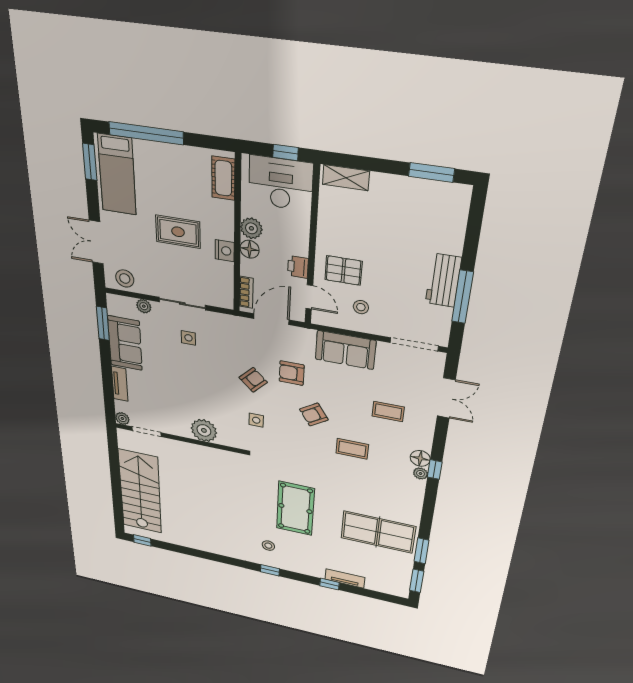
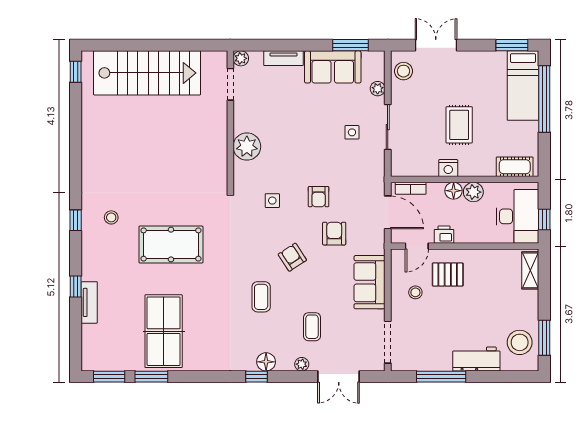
bed: (117, 175) -> (523, 86), moved, turned -90
stool: (433, 203) -> (520, 342), added
pallet: (343, 270) -> (448, 275), turned 90
workbench: (443, 280) -> (476, 359), moved
armchair: (253, 380) -> (319, 197), turned 46
plant: (421, 473) -> (302, 364), moved

